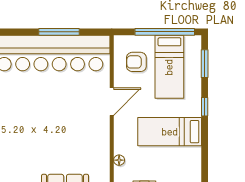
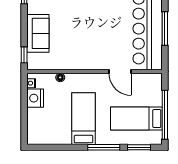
armchair: (136, 62) -> (140, 92), removed
door: (112, 102) -> (120, 71), moved
window: (205, 107) -> (104, 147), width x2.17

